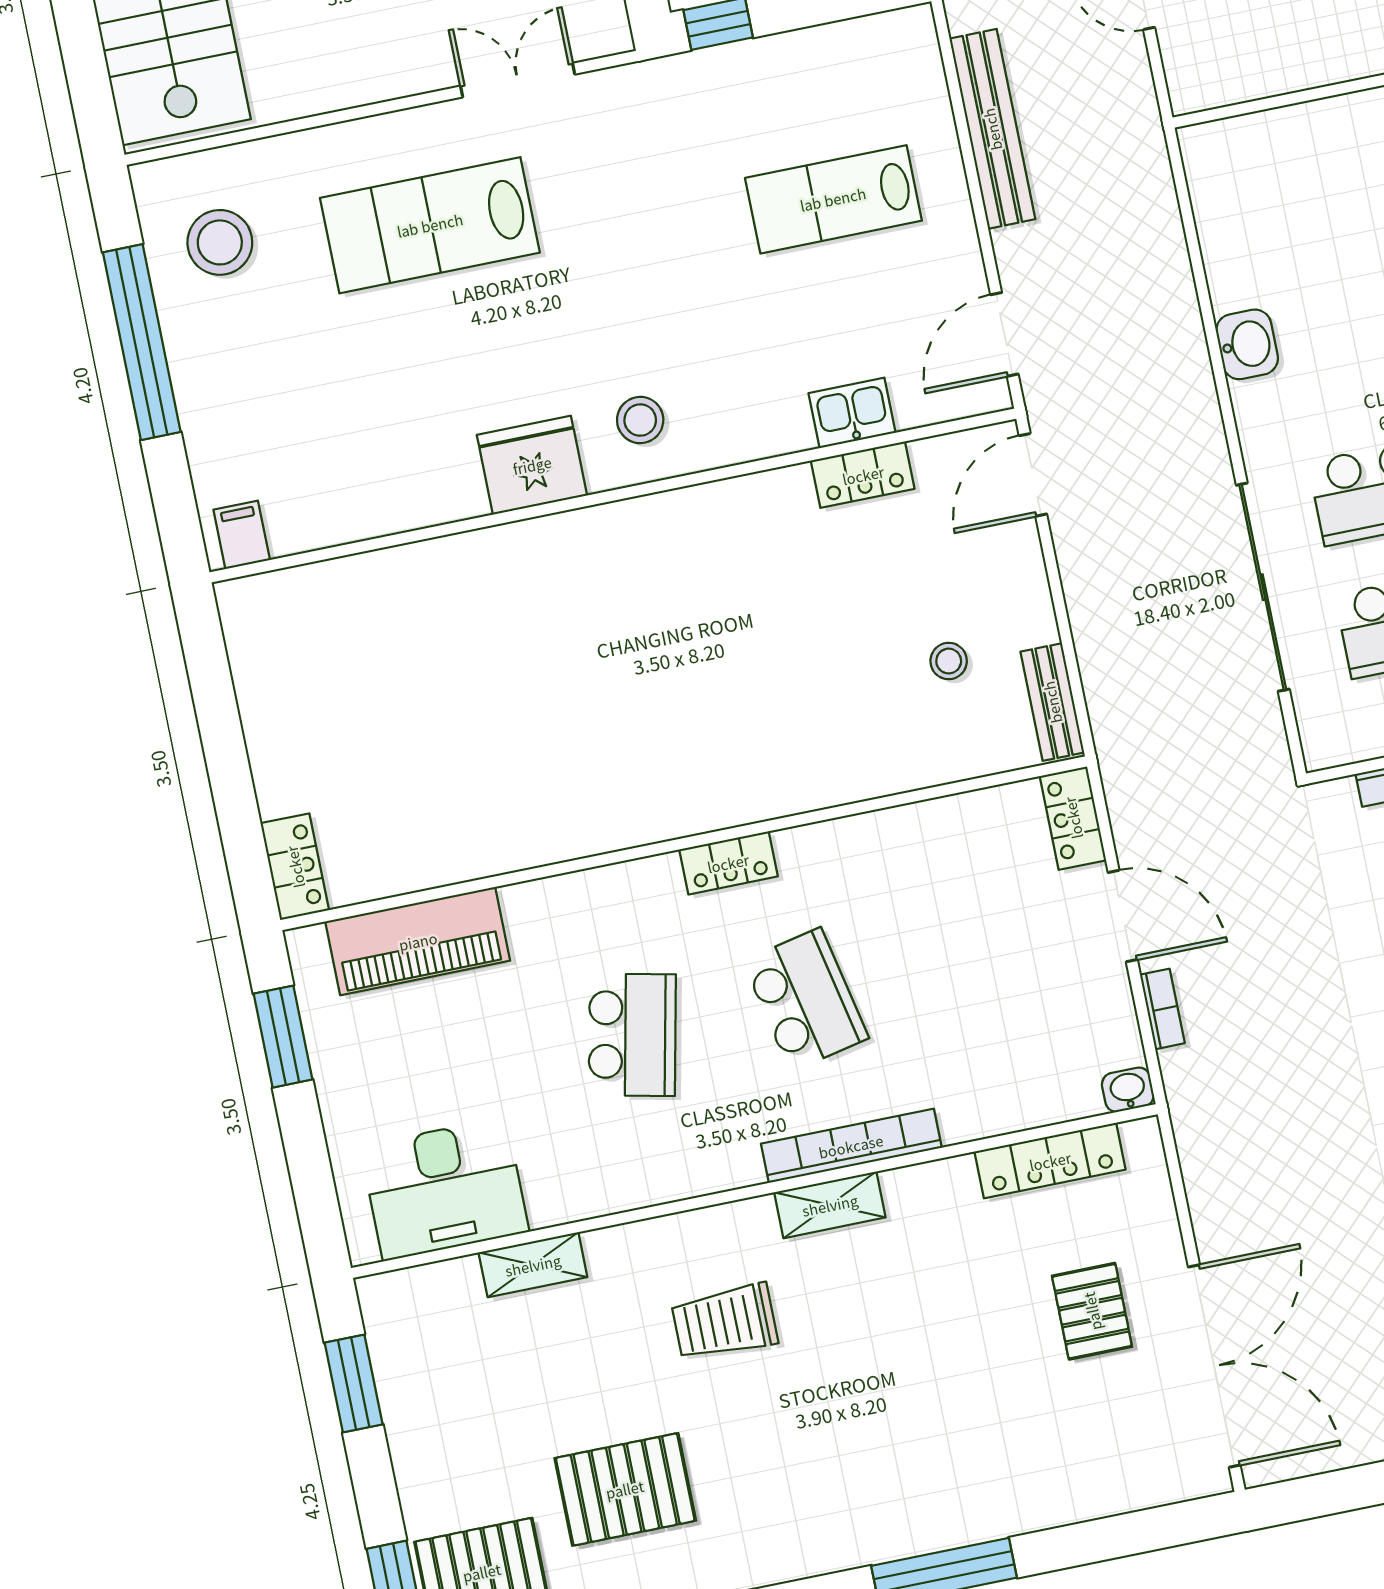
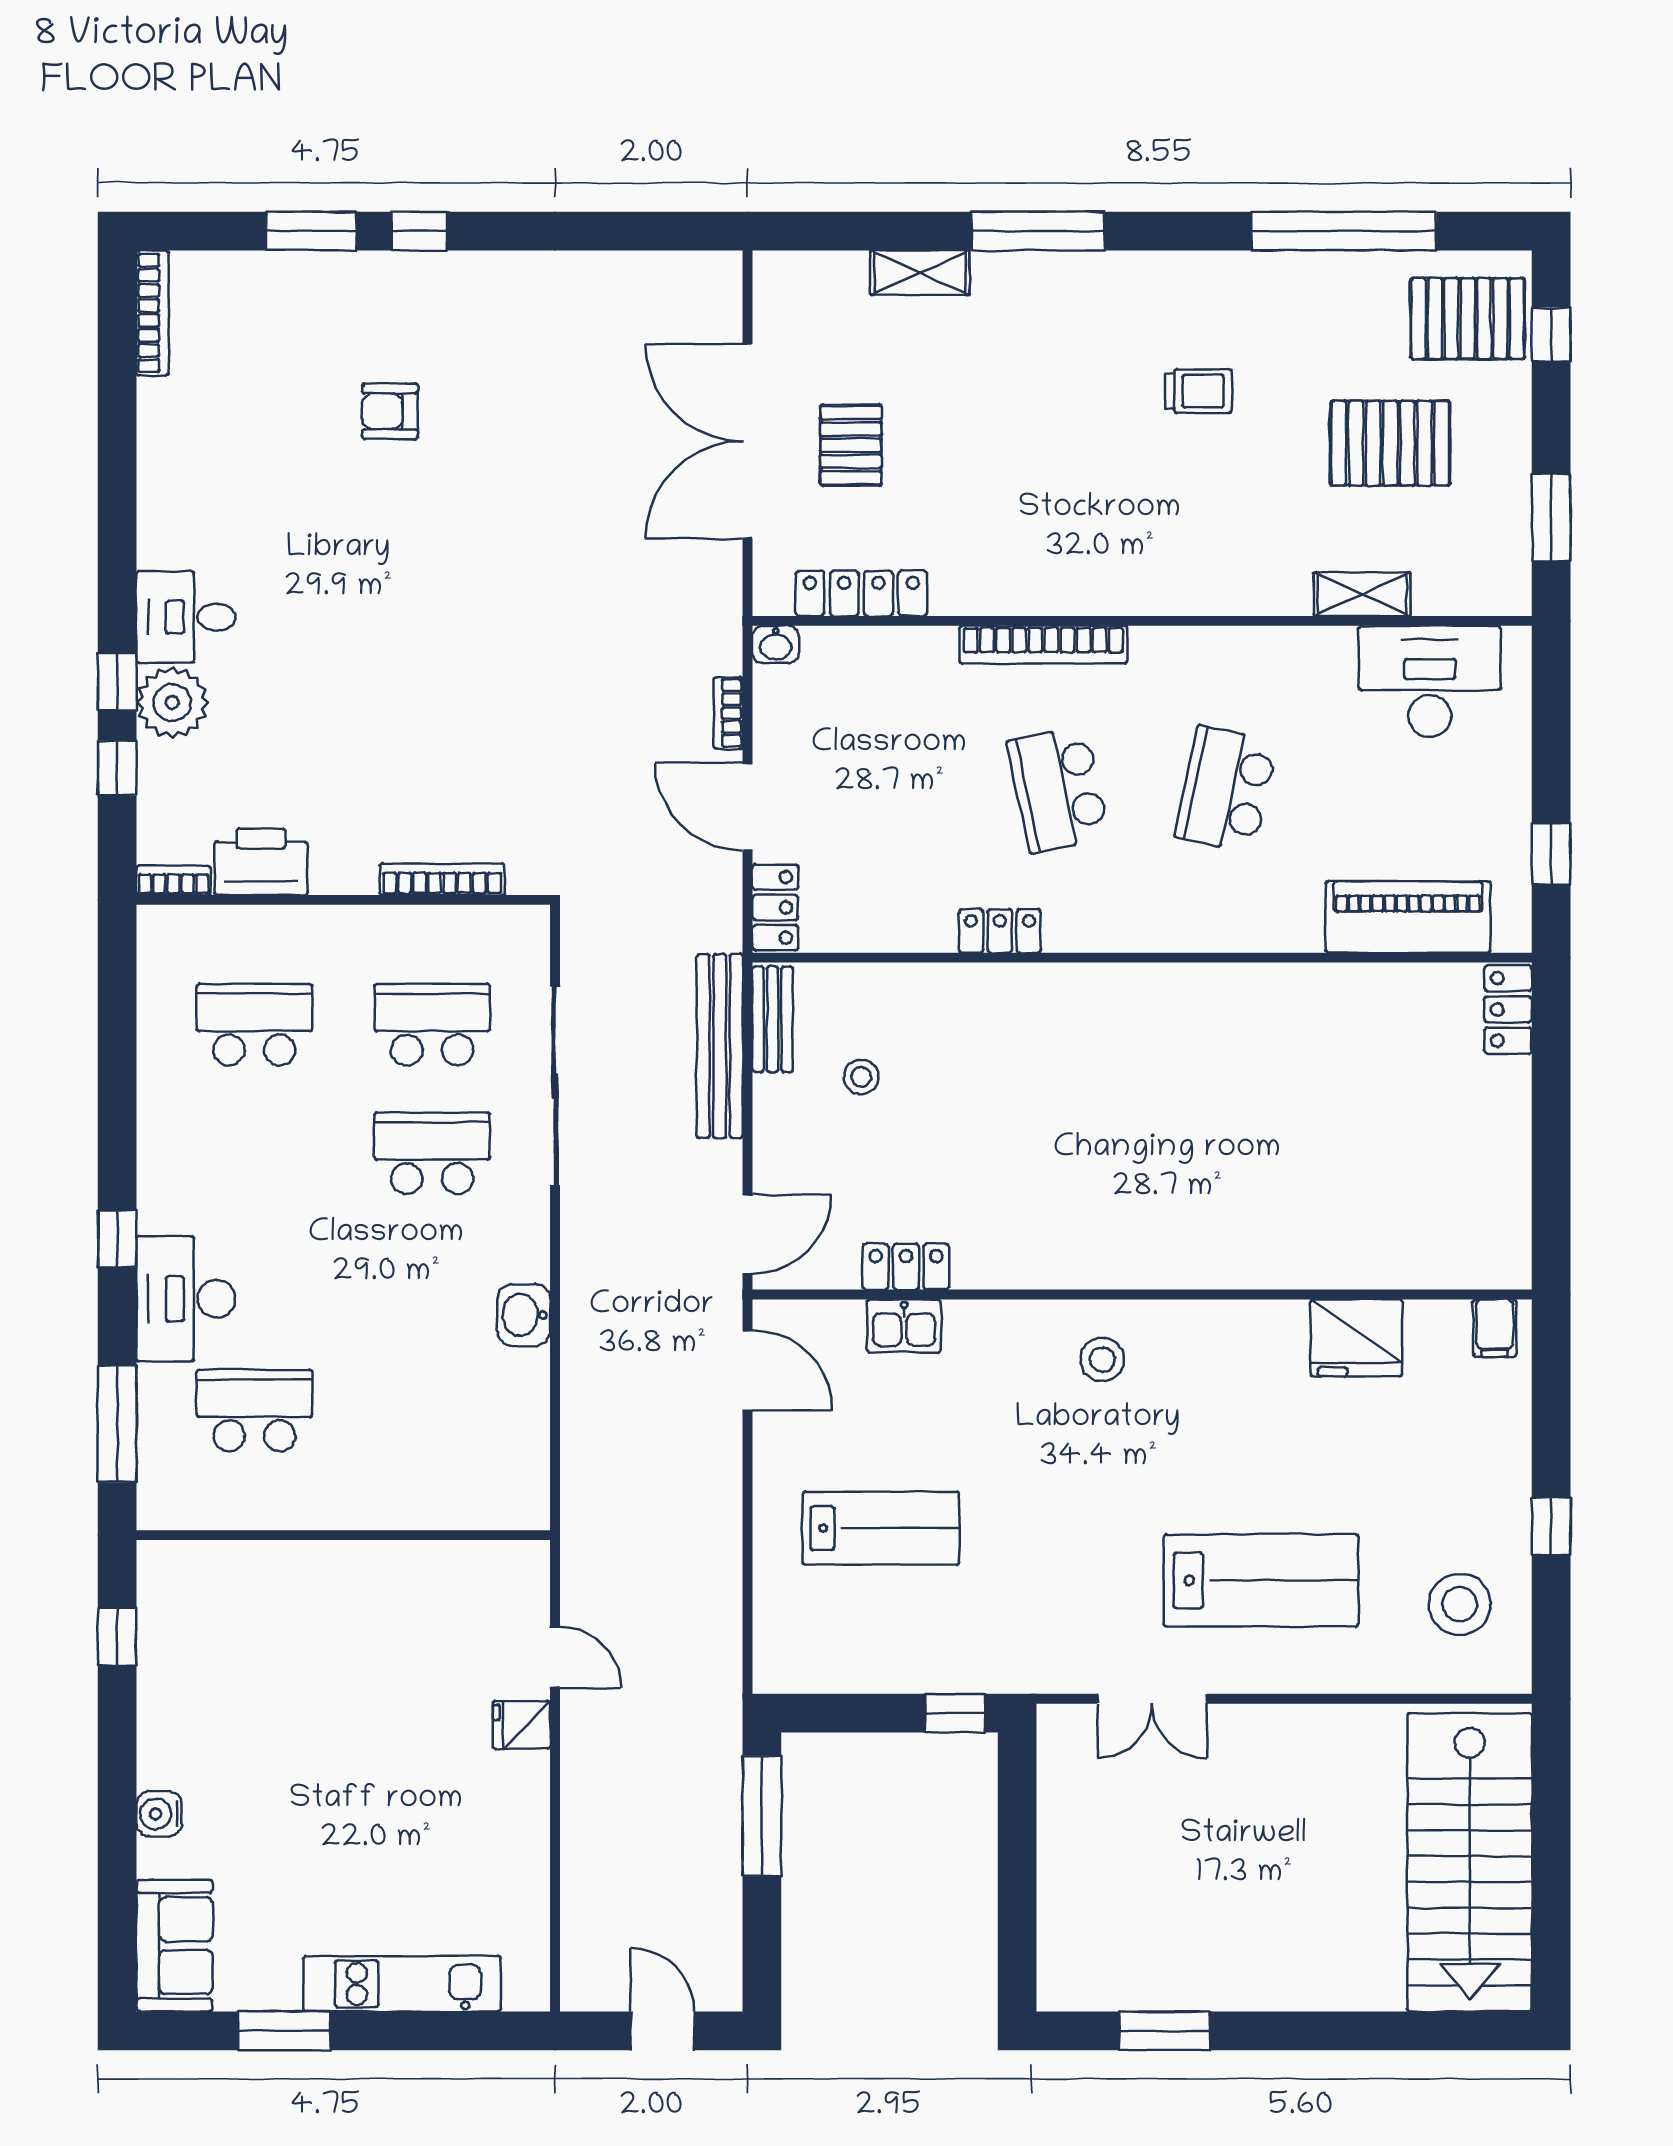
bench: (992, 129) -> (720, 1046), moved
door: (1004, 334) -> (748, 1370), hinge flipped
window: (142, 342) -> (1551, 1526), width x0.32
fridge: (532, 465) -> (1356, 1338), moved
locker: (728, 863) -> (1000, 931), moved
window: (283, 1037) -> (1551, 854), width x0.67
shelving: (830, 1205) -> (920, 273), moved
trolley: (725, 1322) -> (1198, 391), moved, width x0.73, depth x0.72
double door: (1214, 1366) -> (748, 441), moved
pallet: (625, 1489) -> (1390, 443), moved

